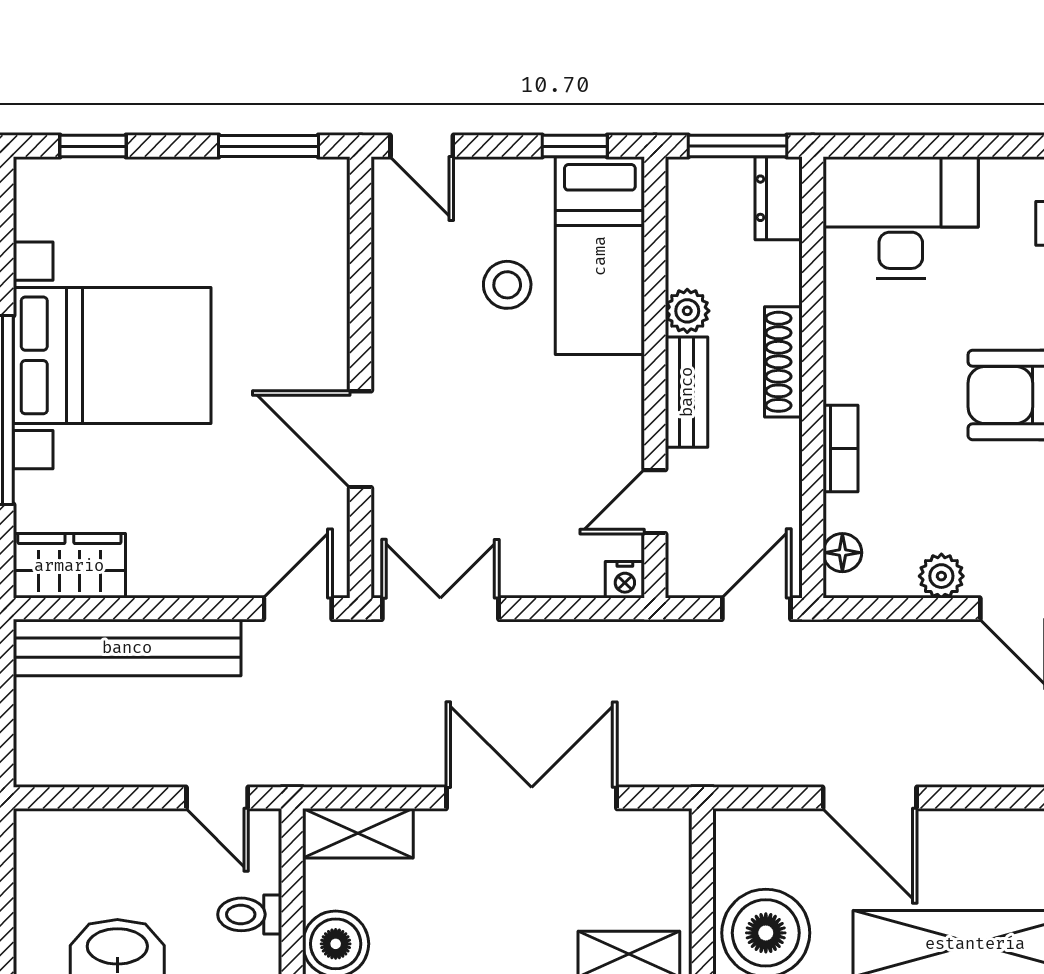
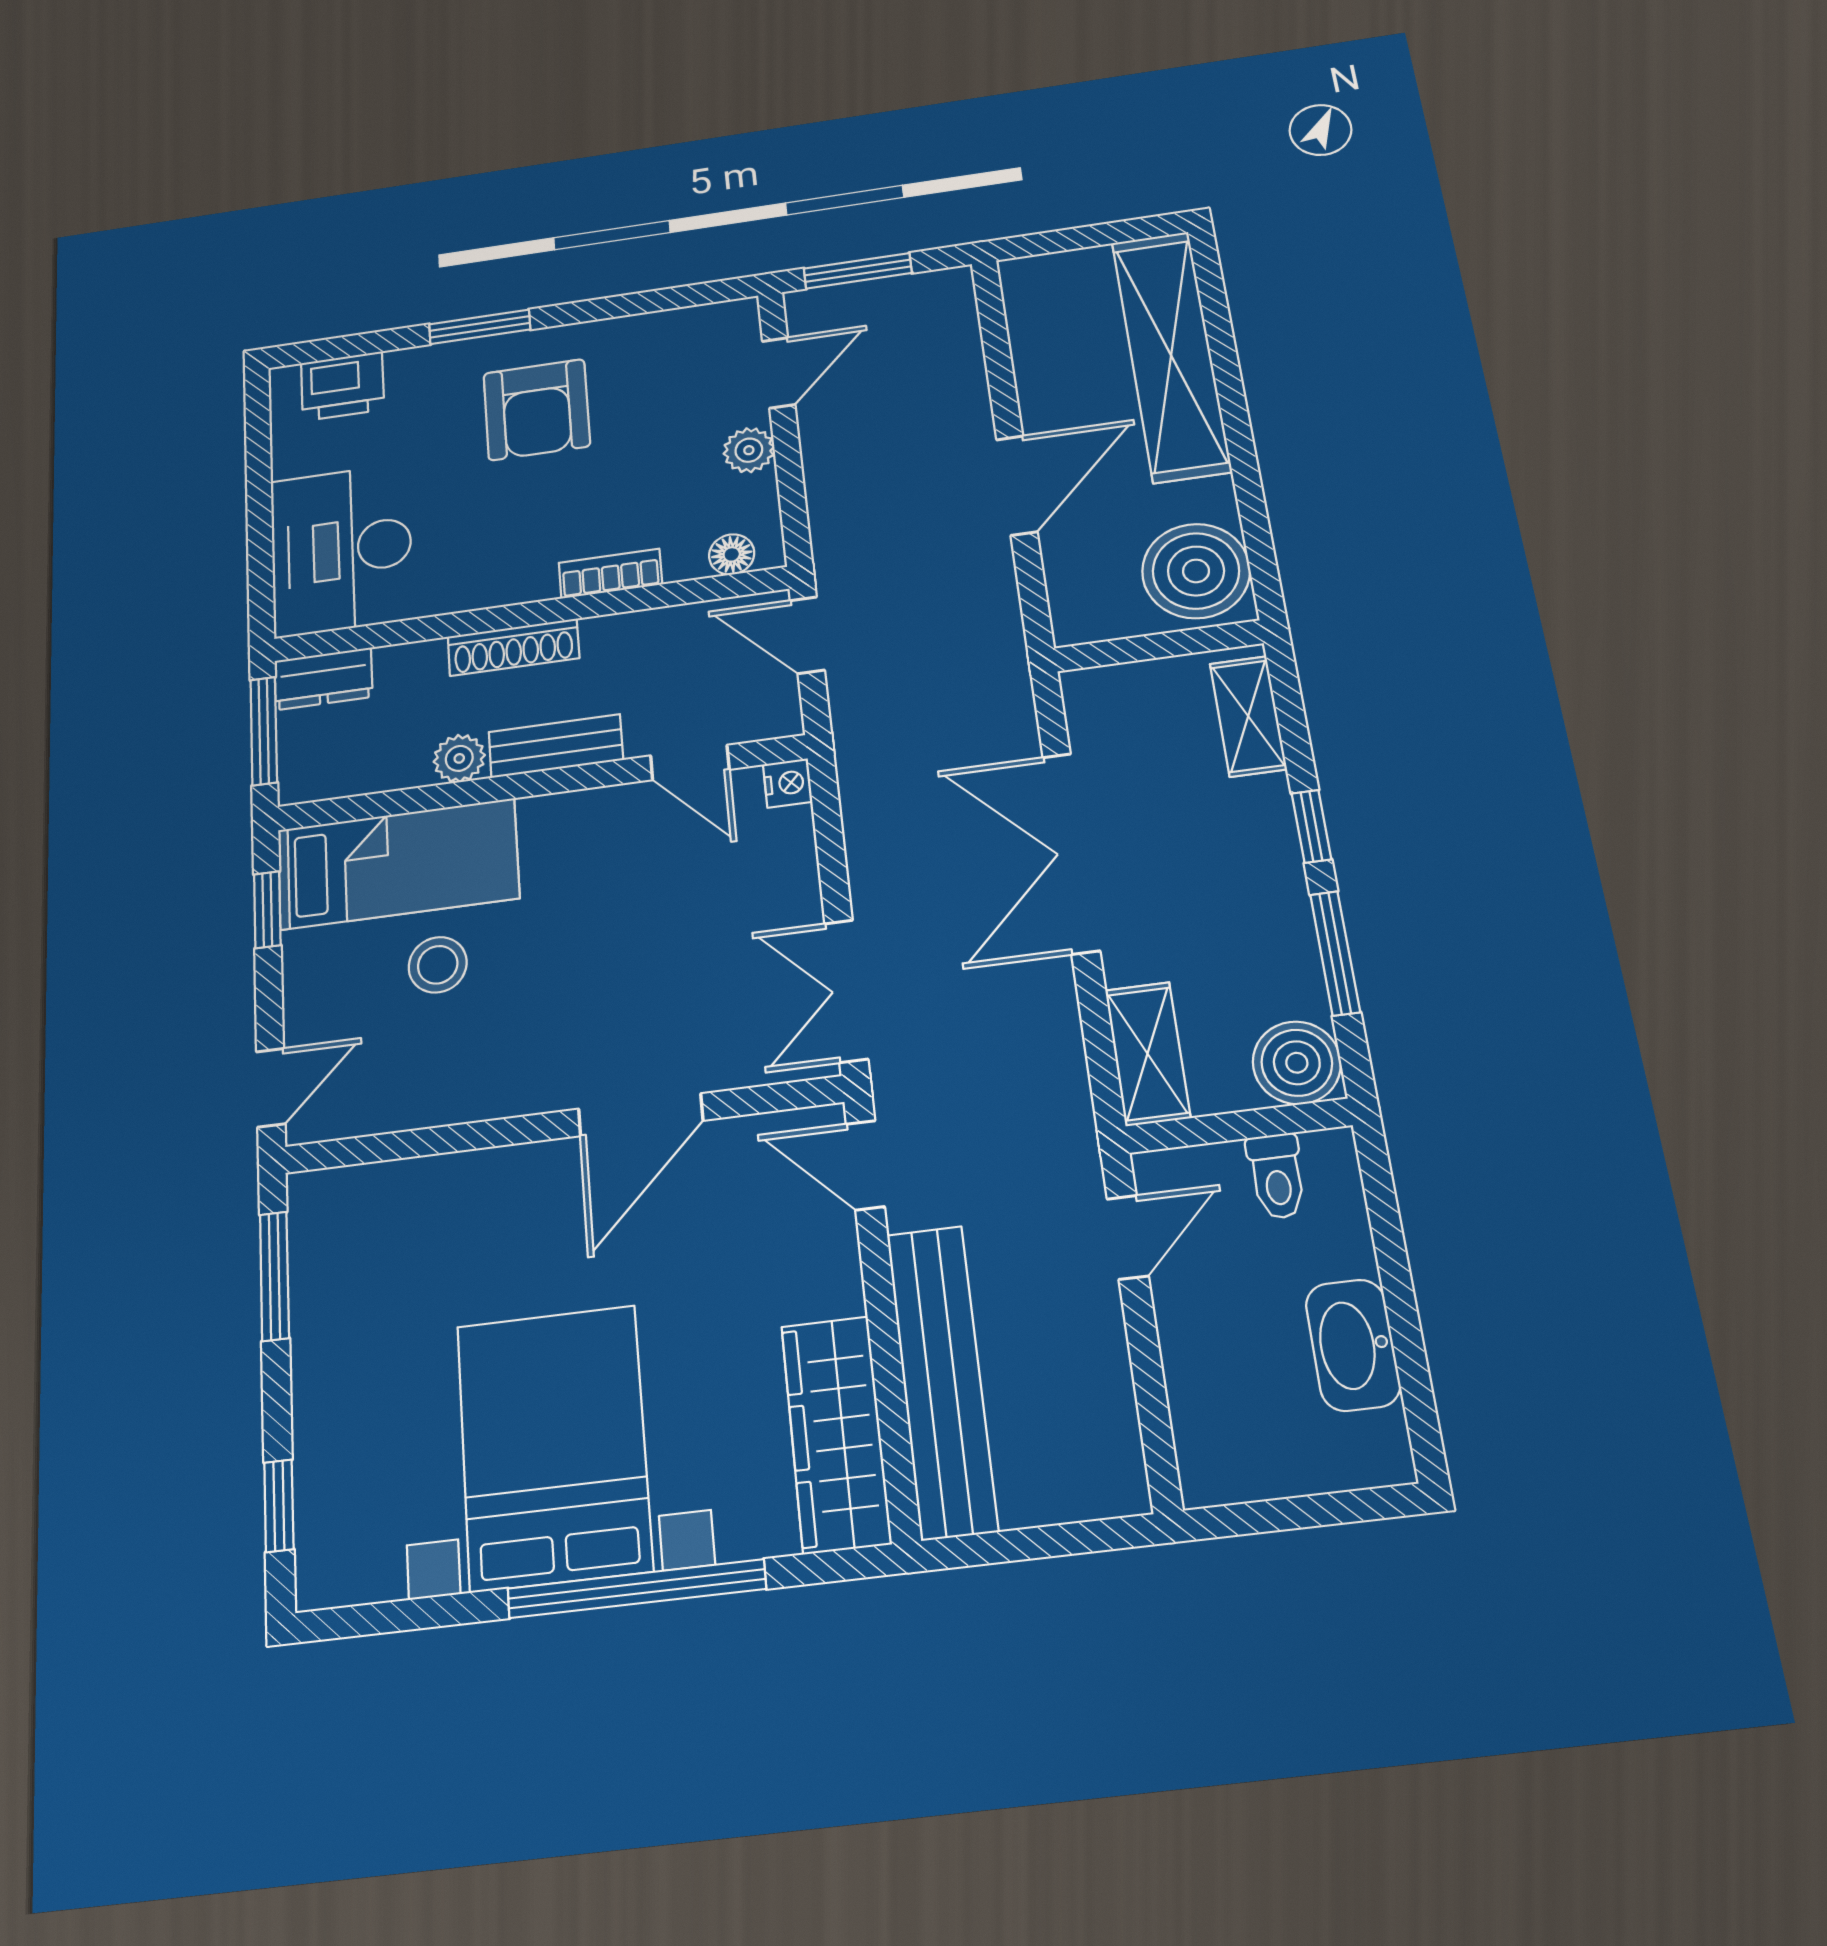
wardrobe: (69, 566) -> (836, 1434), width x1.50

